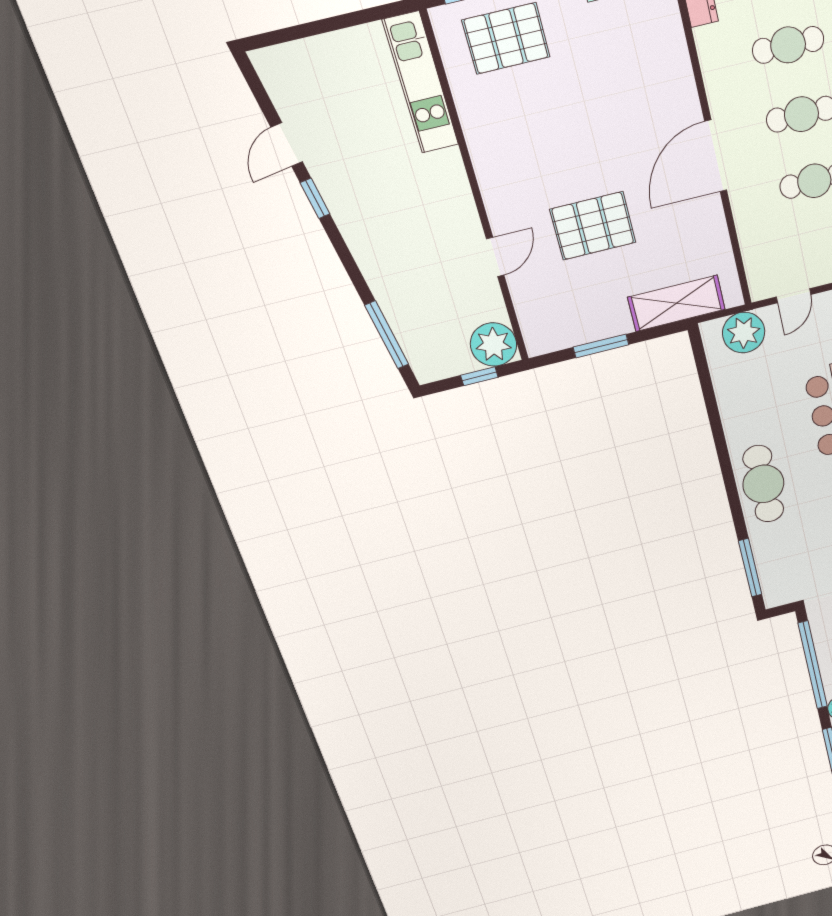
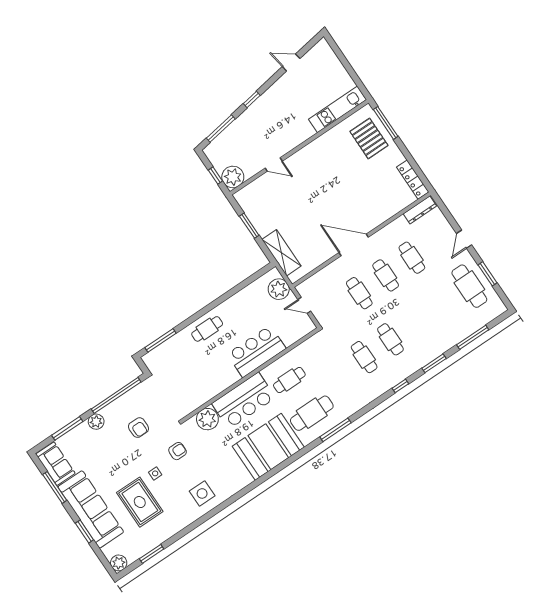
window: (315, 198) -> (252, 99), moved
pallet: (593, 226) -> (303, 202), removed
cafe table: (763, 484) -> (207, 329), width x0.73, depth x0.74

